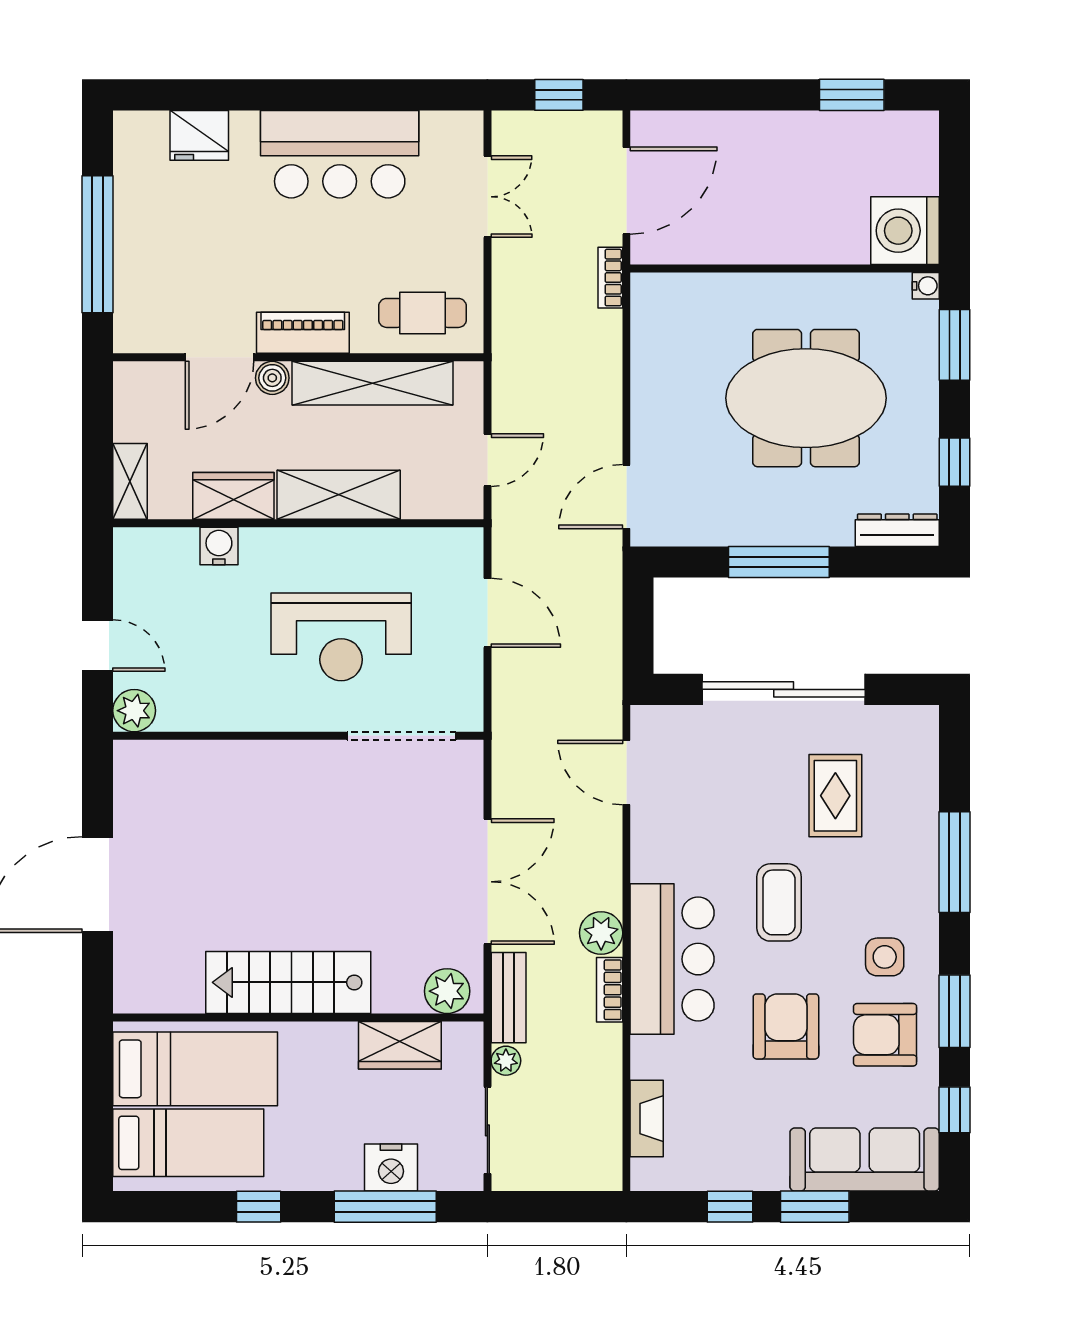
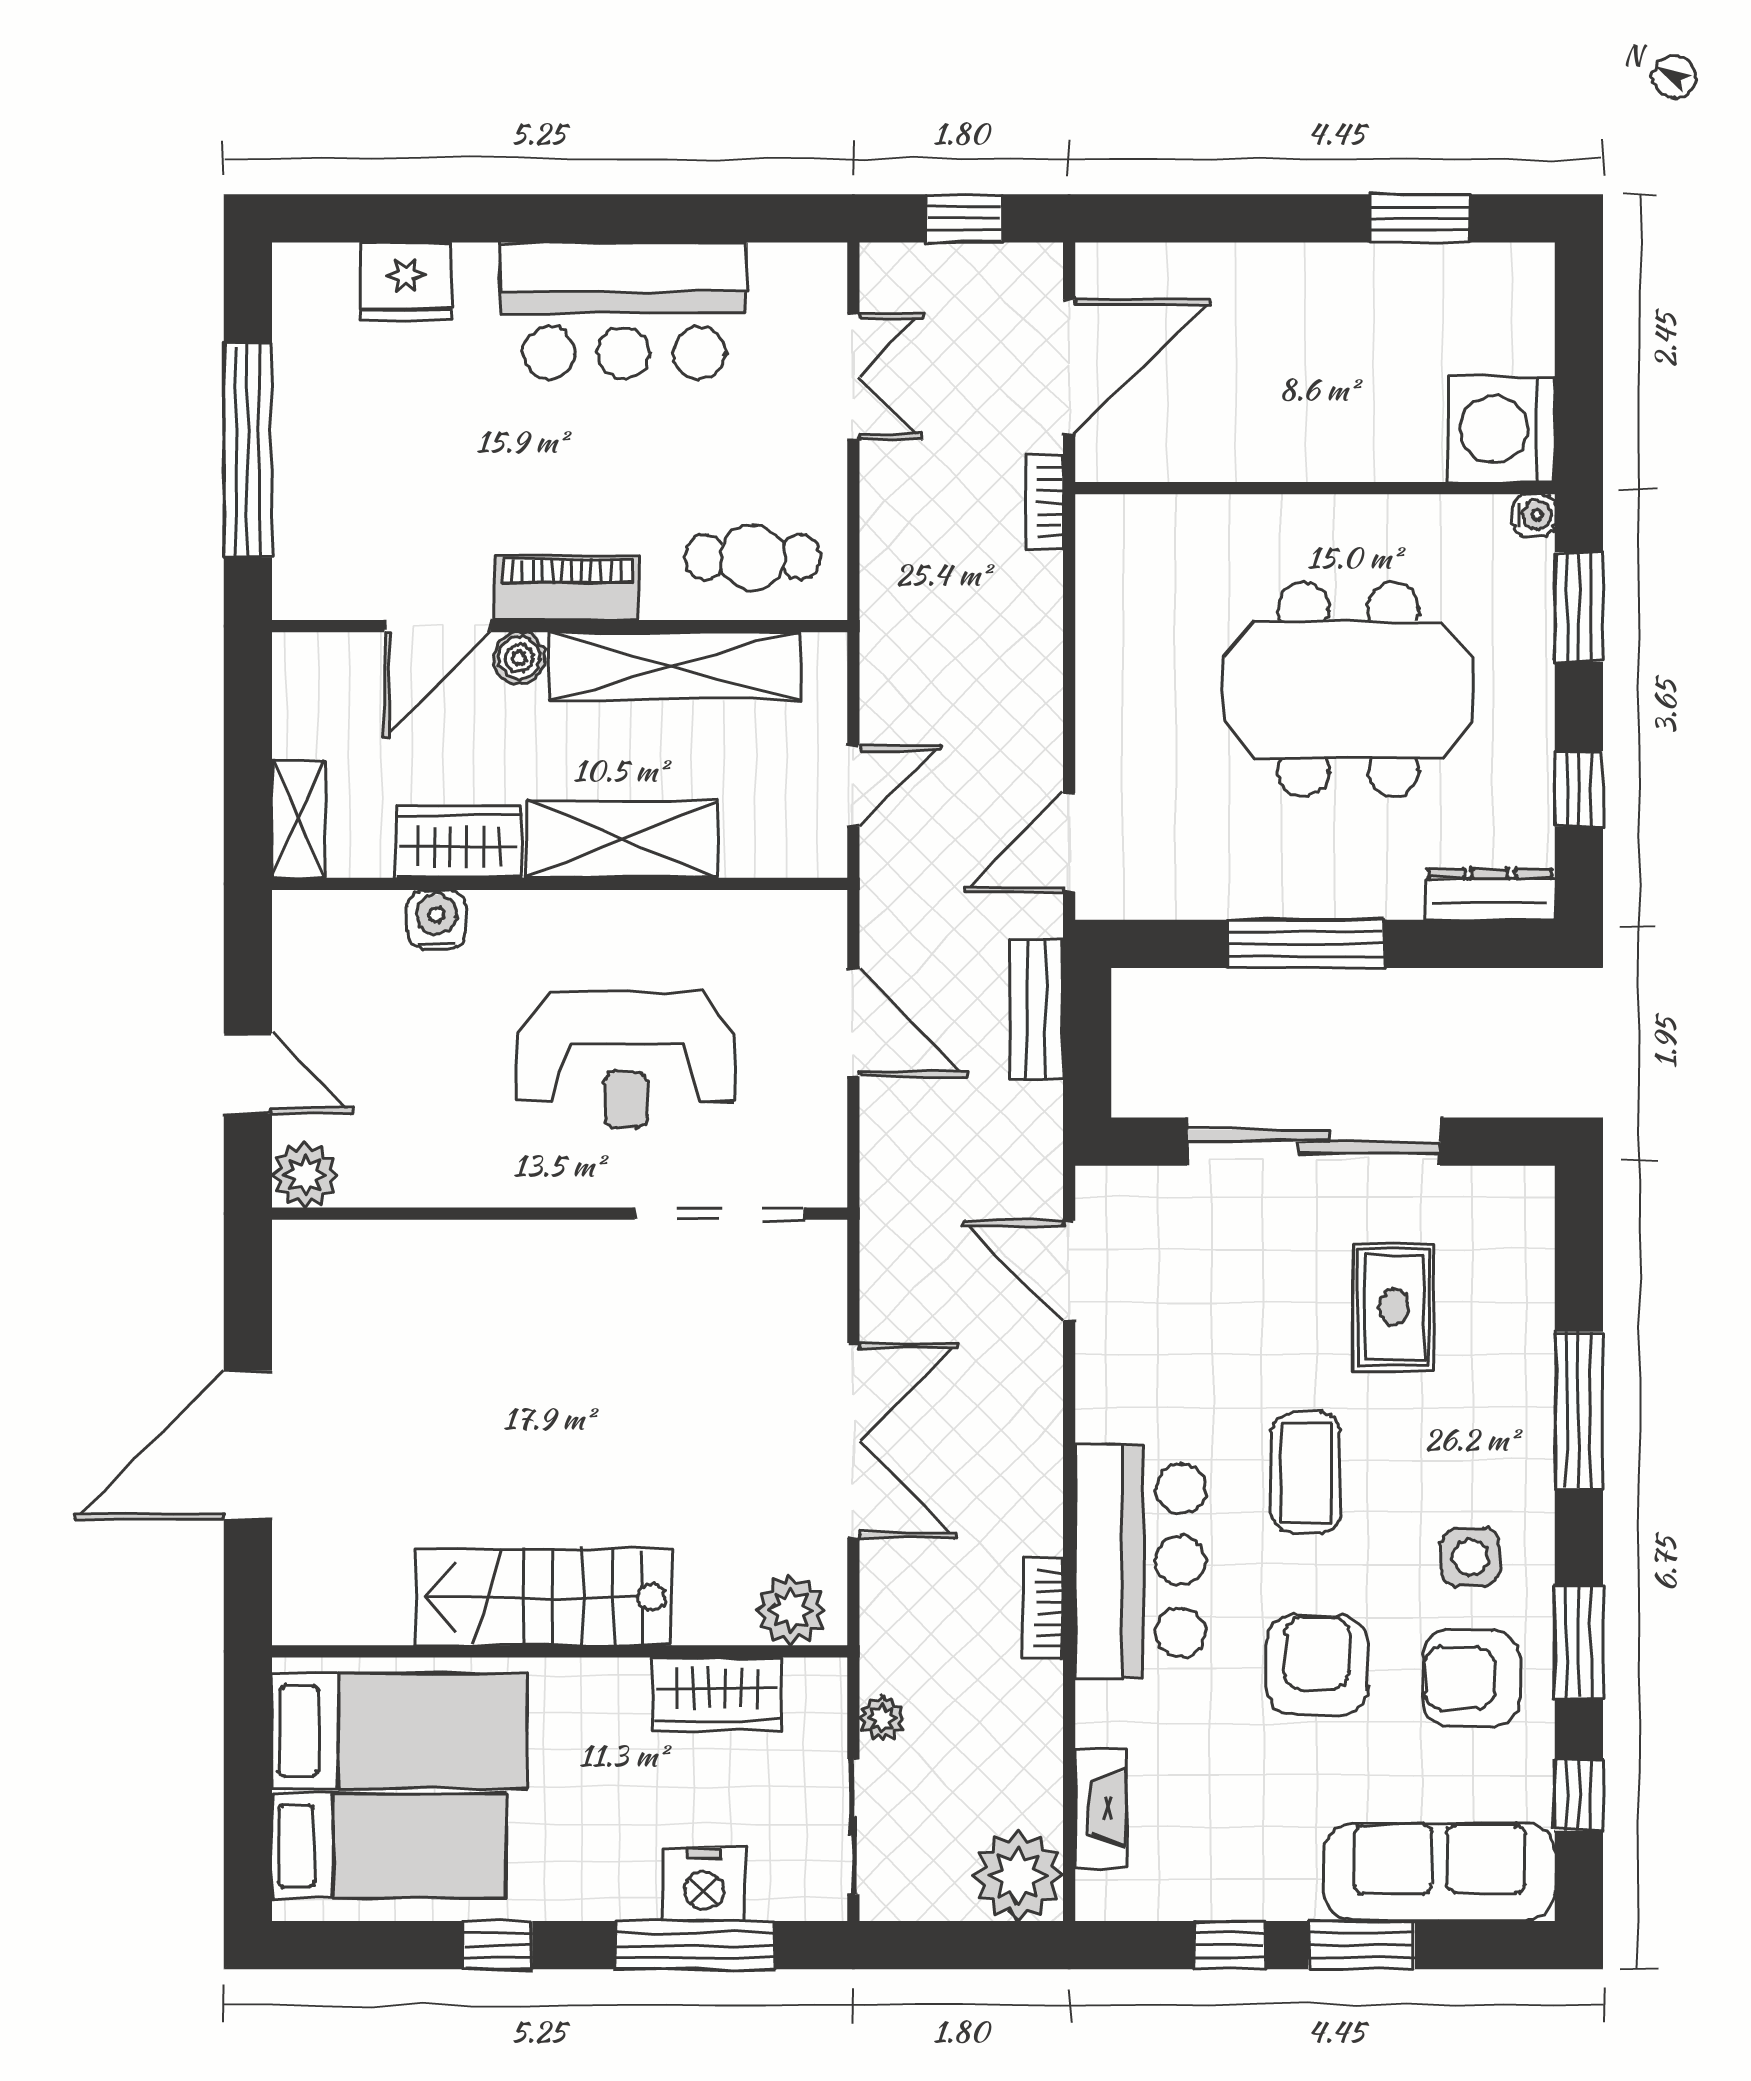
plant: (601, 933) -> (1018, 1876), moved, width x1.36, depth x1.36
bench: (509, 998) -> (1036, 1009), moved

